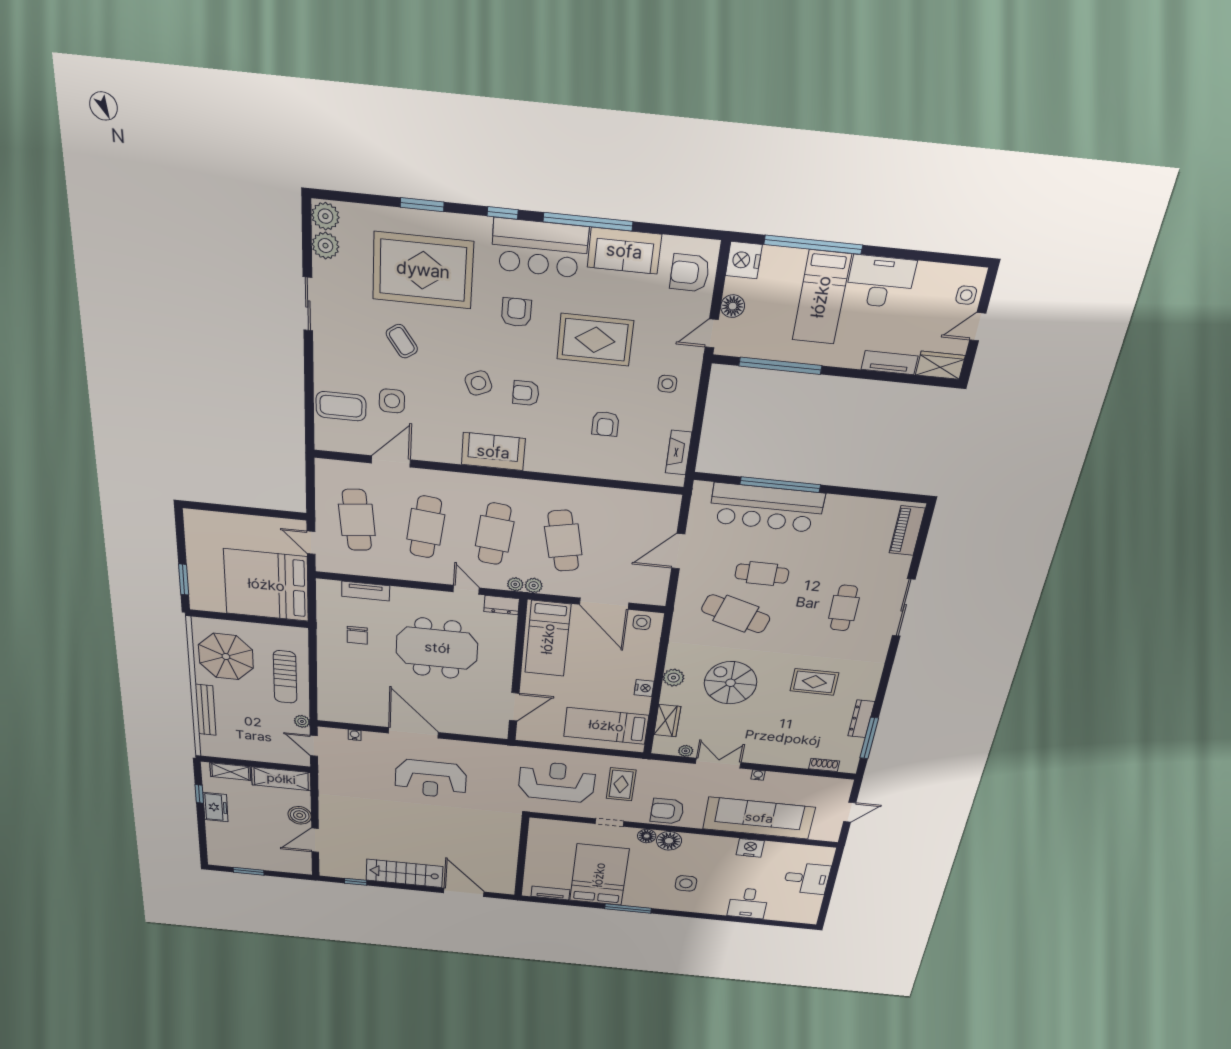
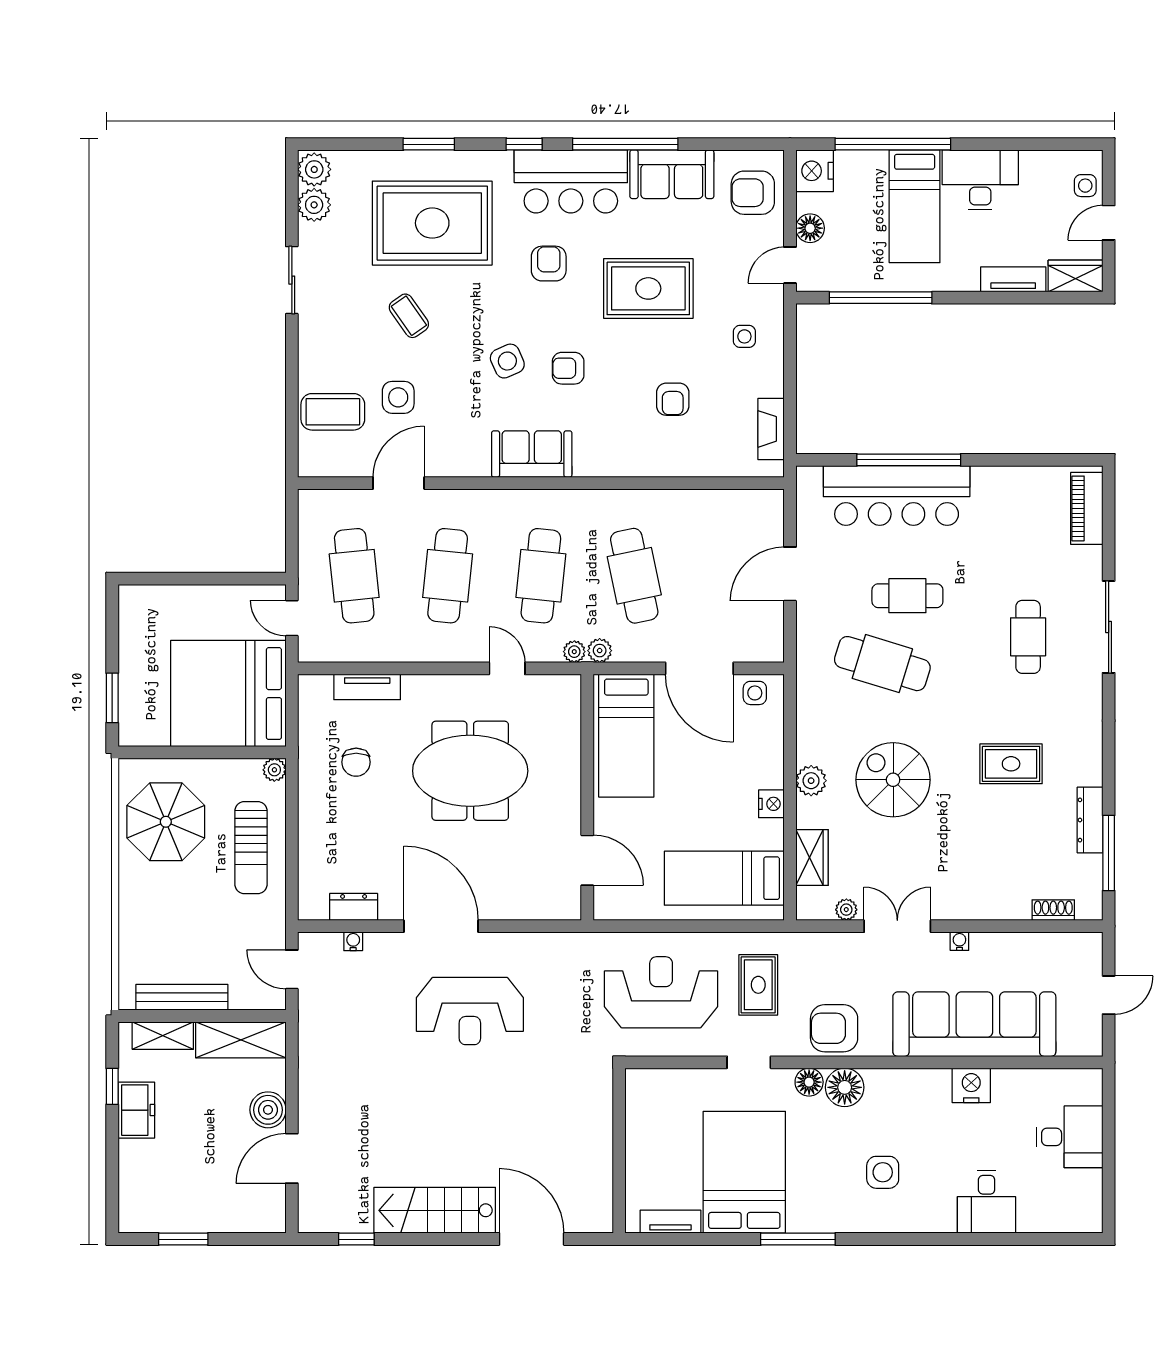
dresser: (502, 605) -> (354, 907), moved, turned 180
door: (514, 707) -> (587, 860), hinge flipped
bench: (206, 710) -> (182, 997), moved, turned 90
plant: (302, 721) -> (274, 770), moved

